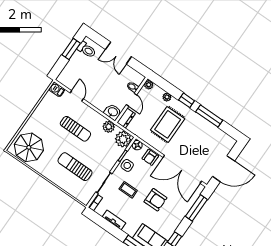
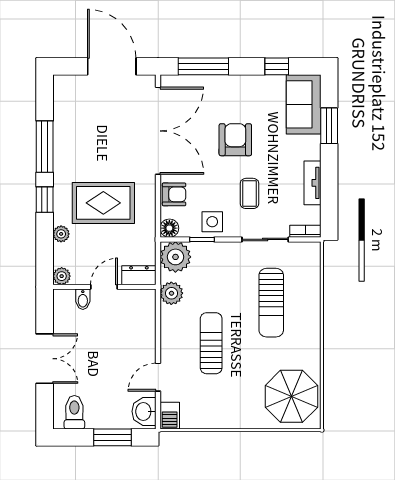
window: (71, 49) -> (113, 437), moved
washbasin: (113, 112) -> (144, 411), moved

